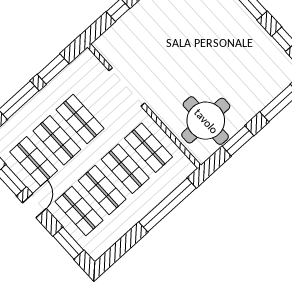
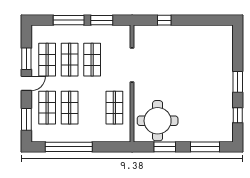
shop shelf: (125, 169) -> (92, 108), removed
window: (167, 205) -> (69, 147), moved

